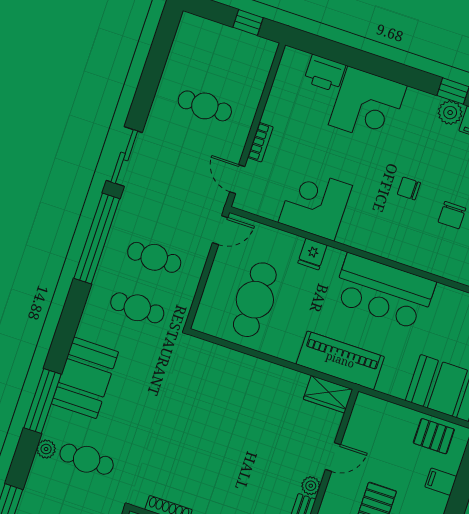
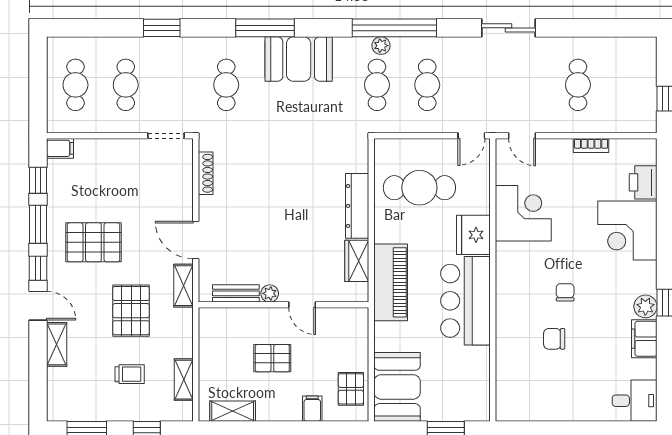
bookcase: (260, 142) -> (591, 145), moved
door: (237, 179) -> (522, 136), swing flipped
door: (220, 230) -> (471, 136), hinge flipped
window: (97, 239) -> (394, 28), moved
fridge: (312, 254) -> (473, 235), width x1.88, depth x1.34
dresser: (252, 368) -> (357, 206), added
wardrobe: (328, 394) -> (357, 261), moved
plant: (46, 449) -> (381, 46), moved

